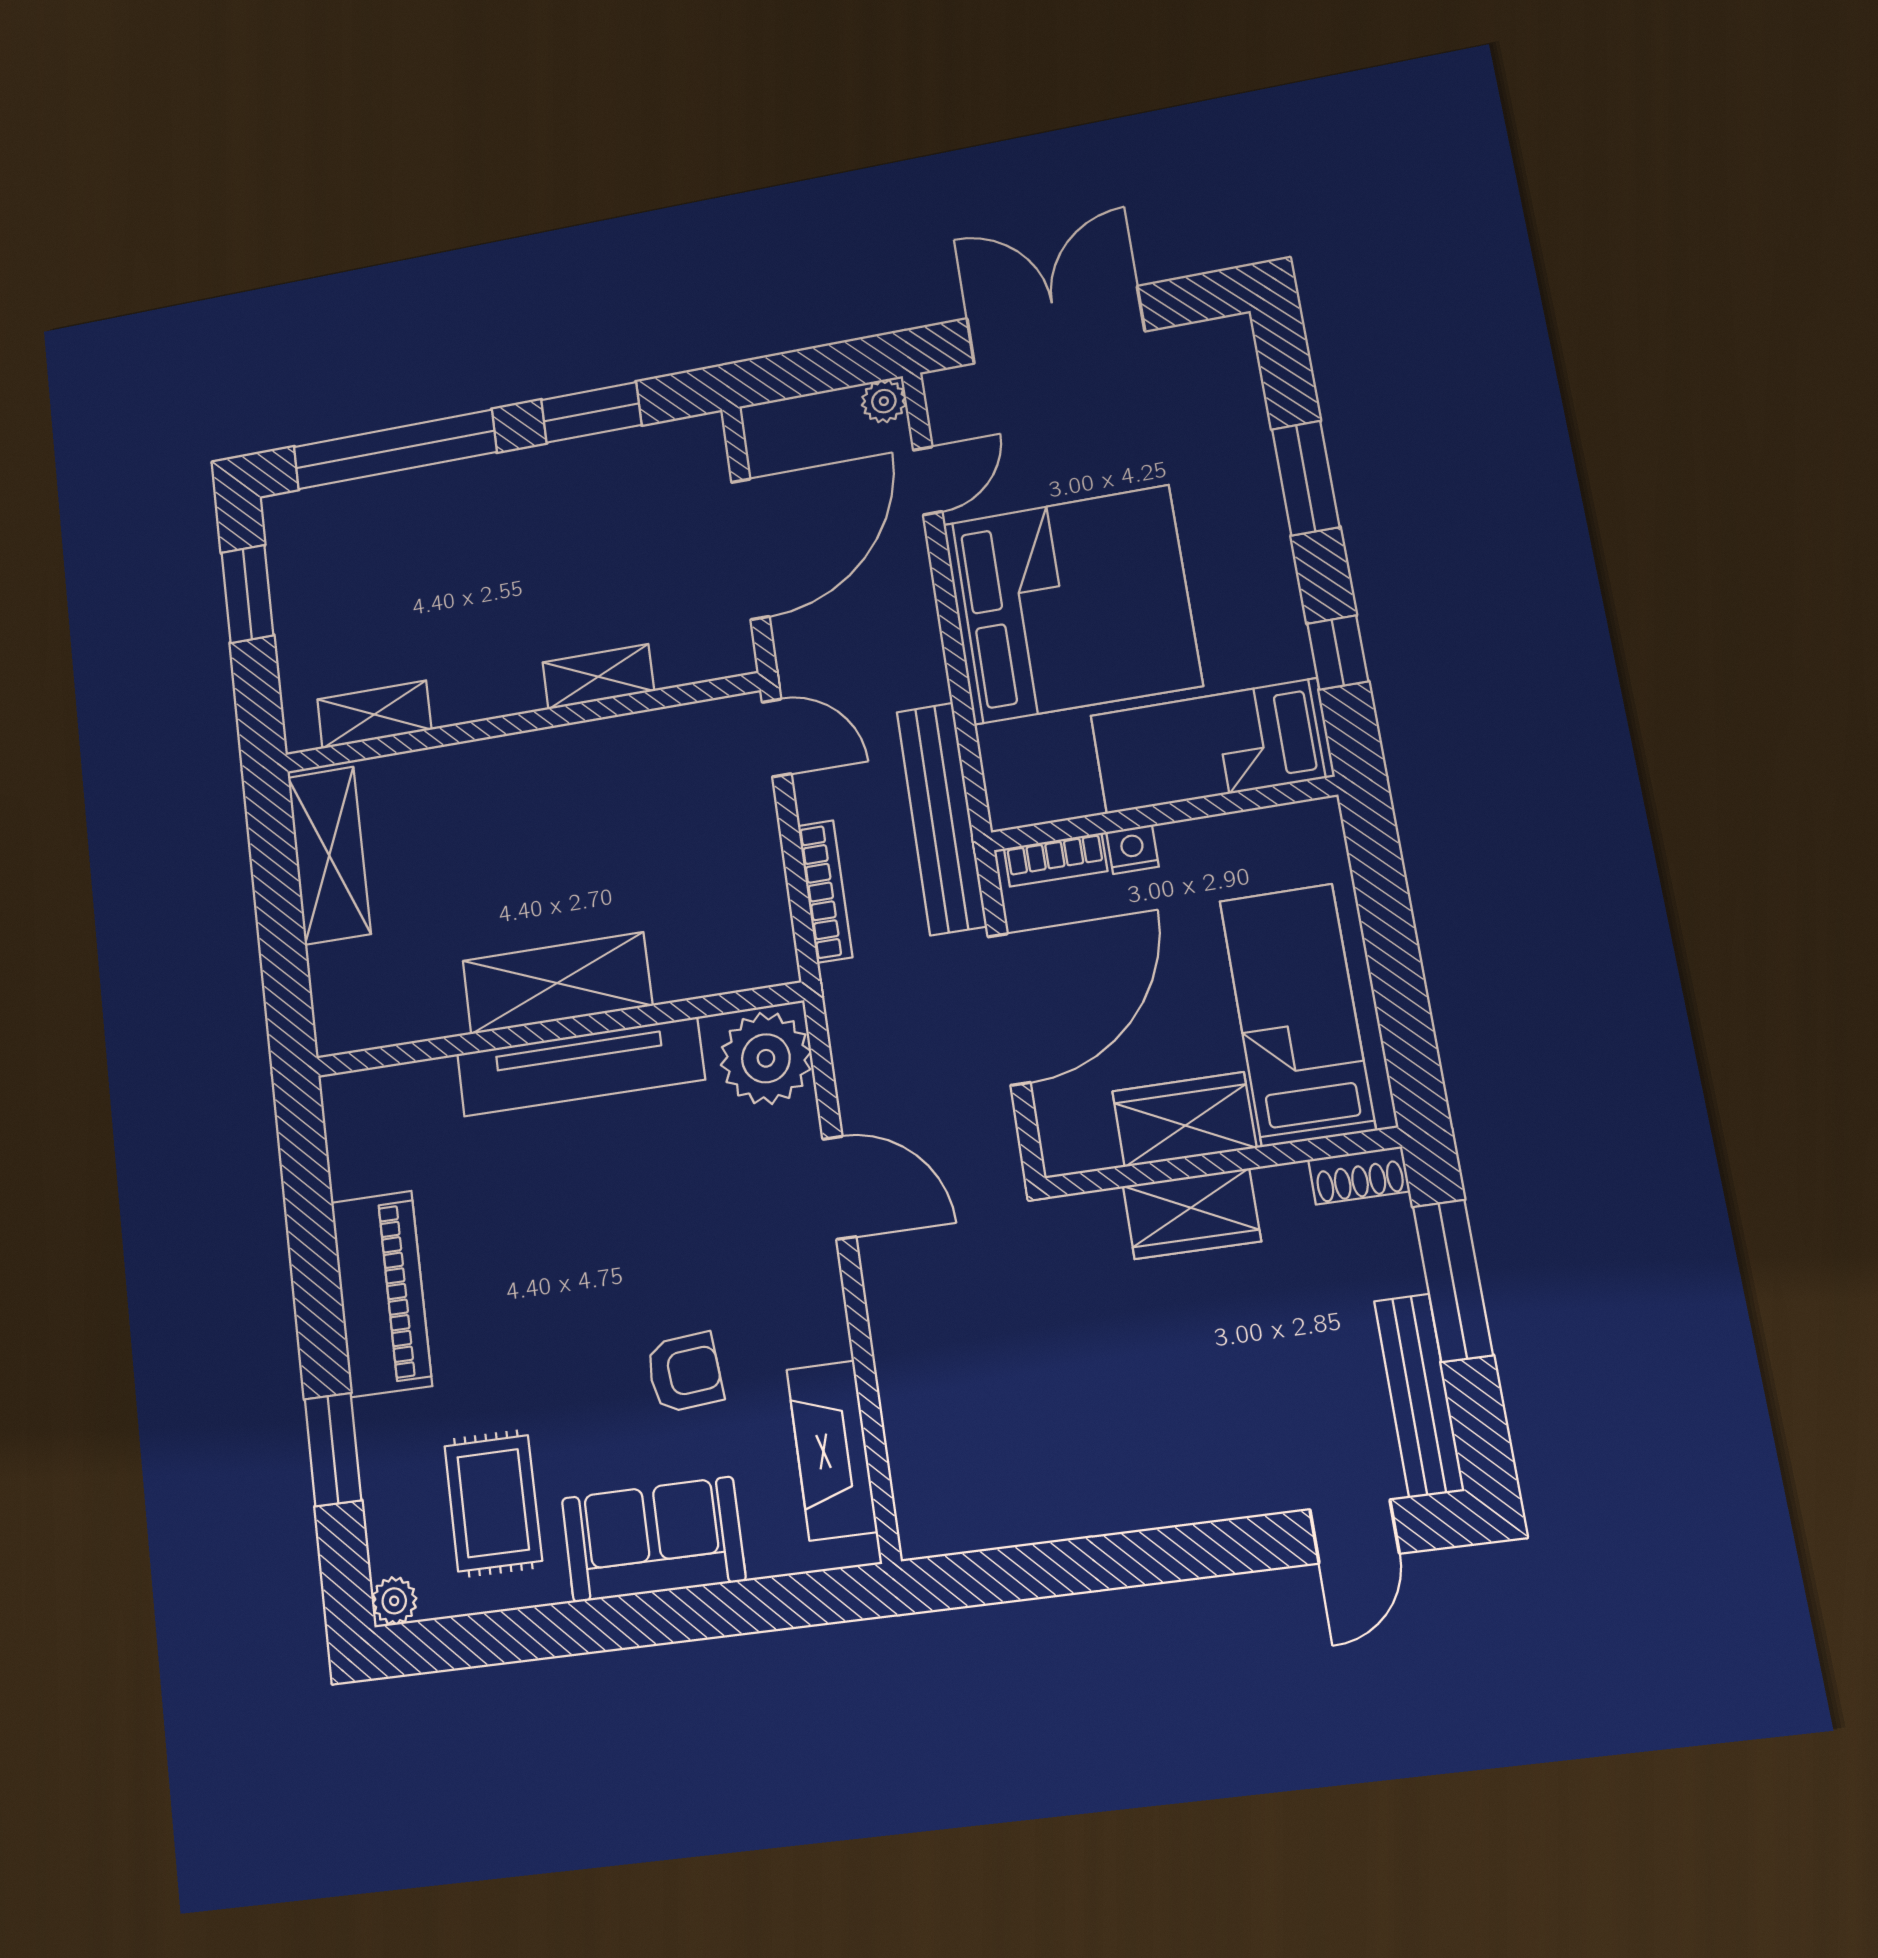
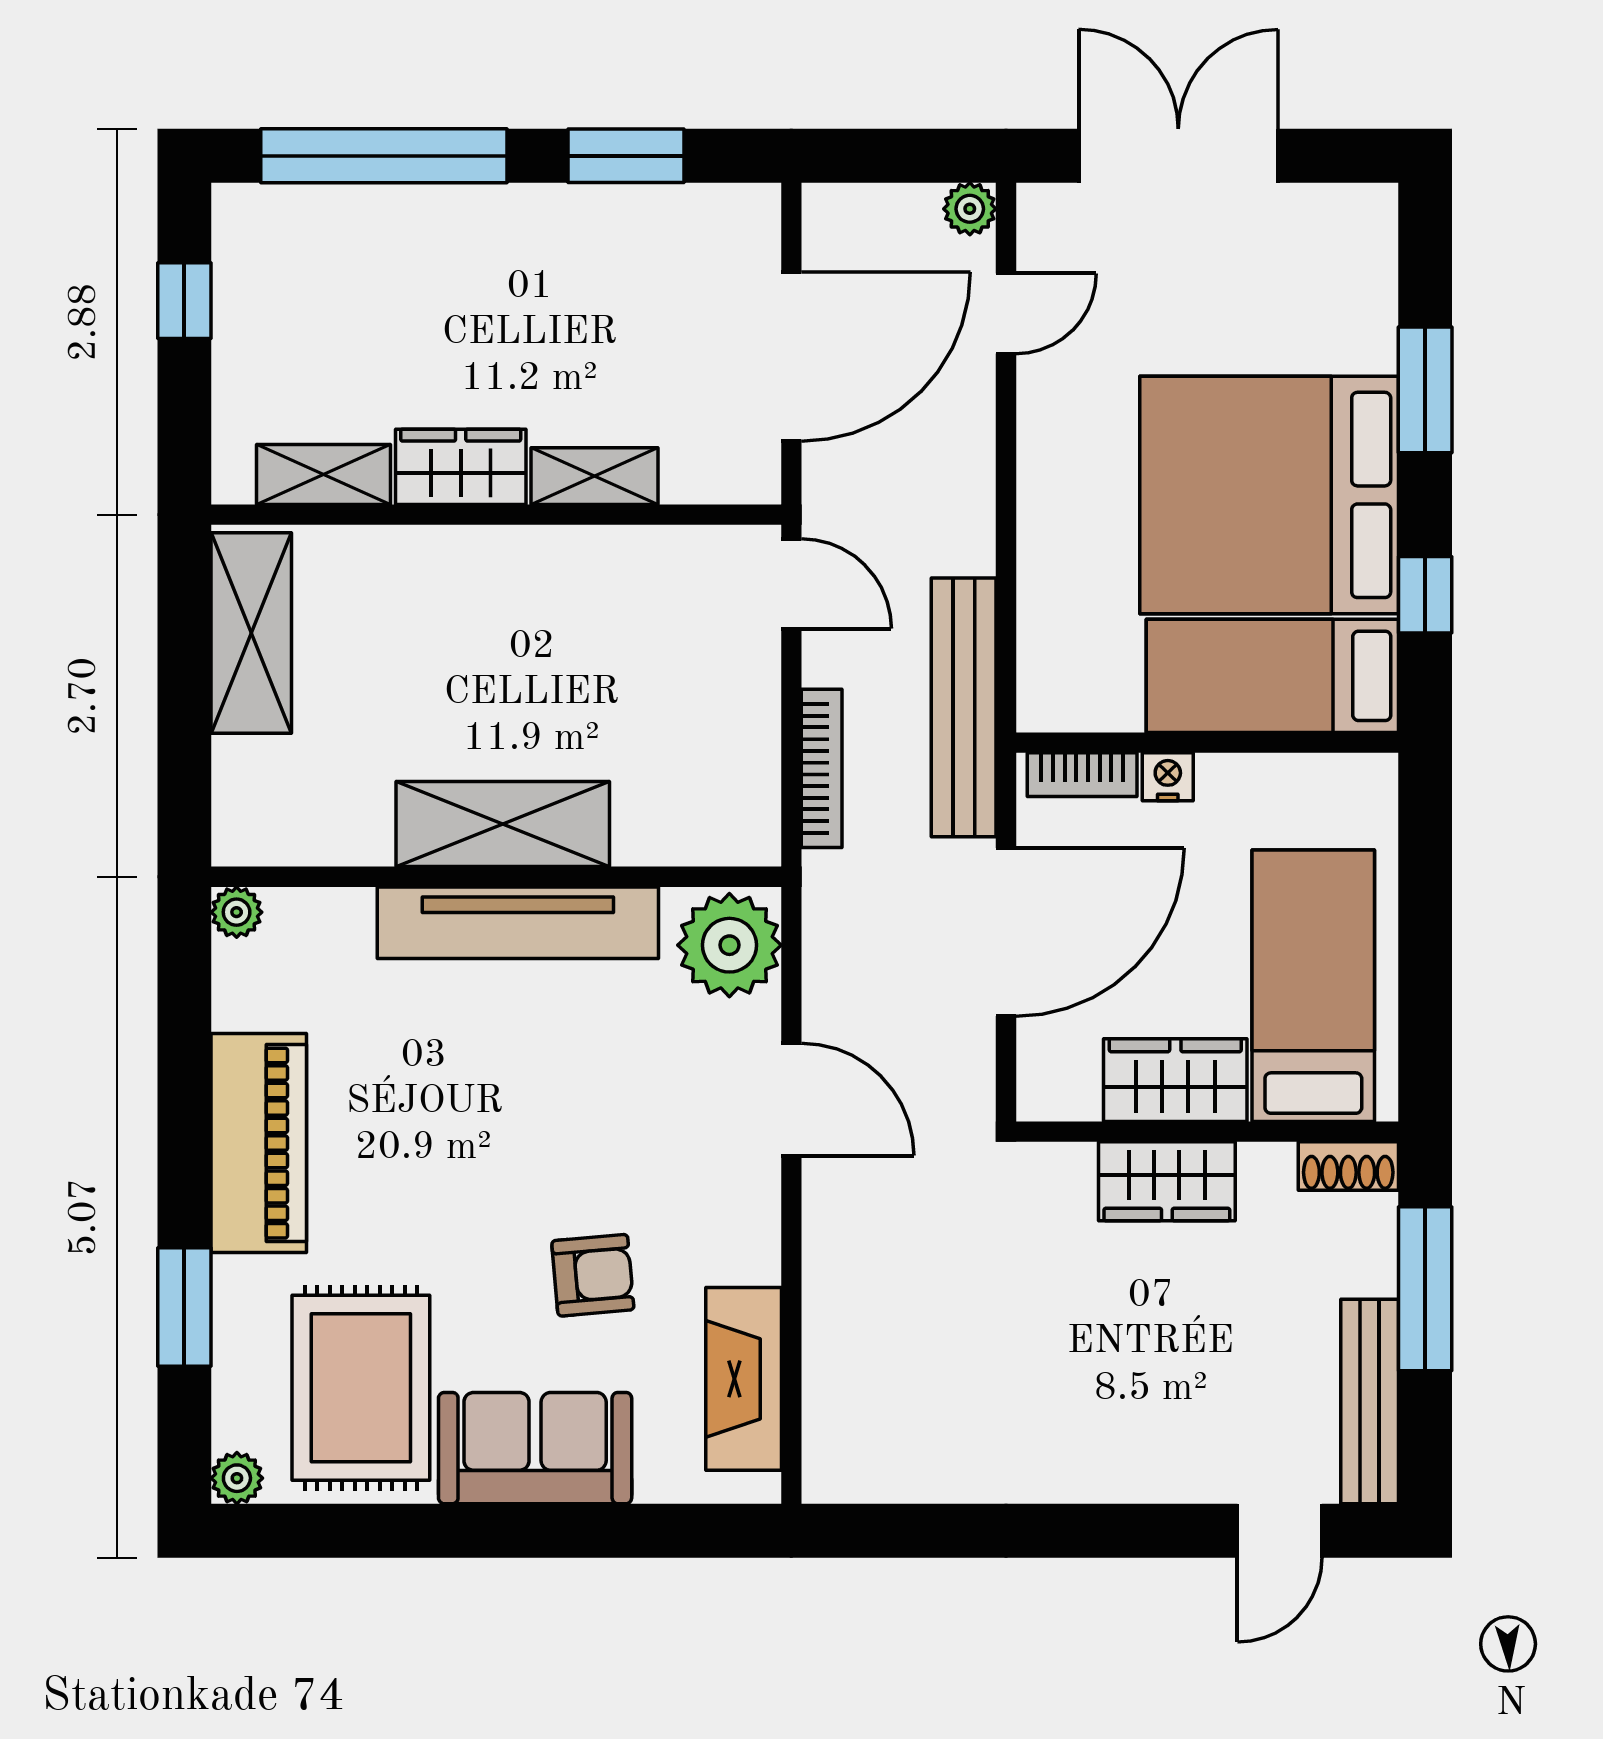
window: (247, 594) -> (184, 301), width x0.67
bed: (1072, 605) -> (1269, 495), moved, turned 180
wardrobe: (486, 688) -> (461, 467), added
plant: (342, 1094) -> (237, 912), added
rug: (493, 1503) -> (361, 1388), width x1.36, depth x1.43

